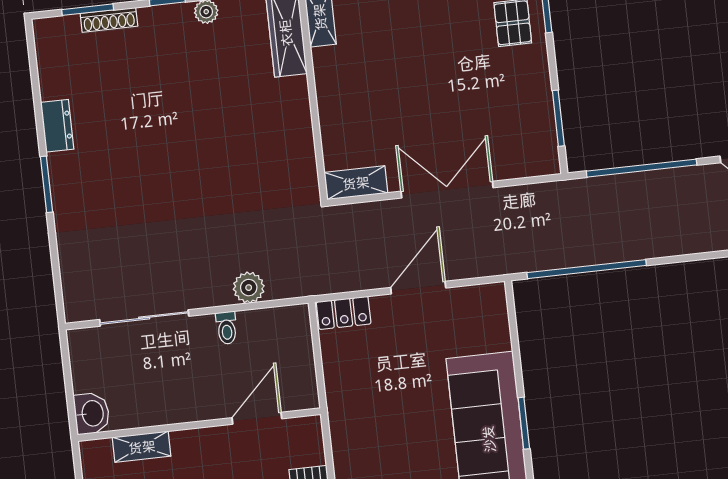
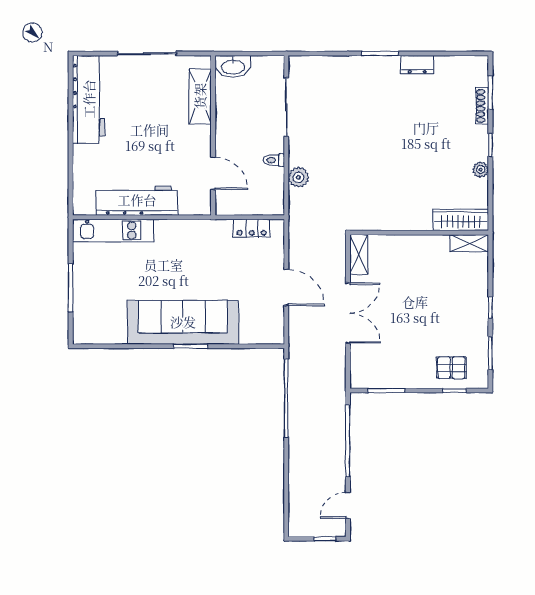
locker: (344, 313) -> (252, 228), moved, turned -90
washbasin: (92, 413) -> (233, 66), width x1.38
shelving: (142, 447) -> (200, 96), width x1.50, depth x1.33

